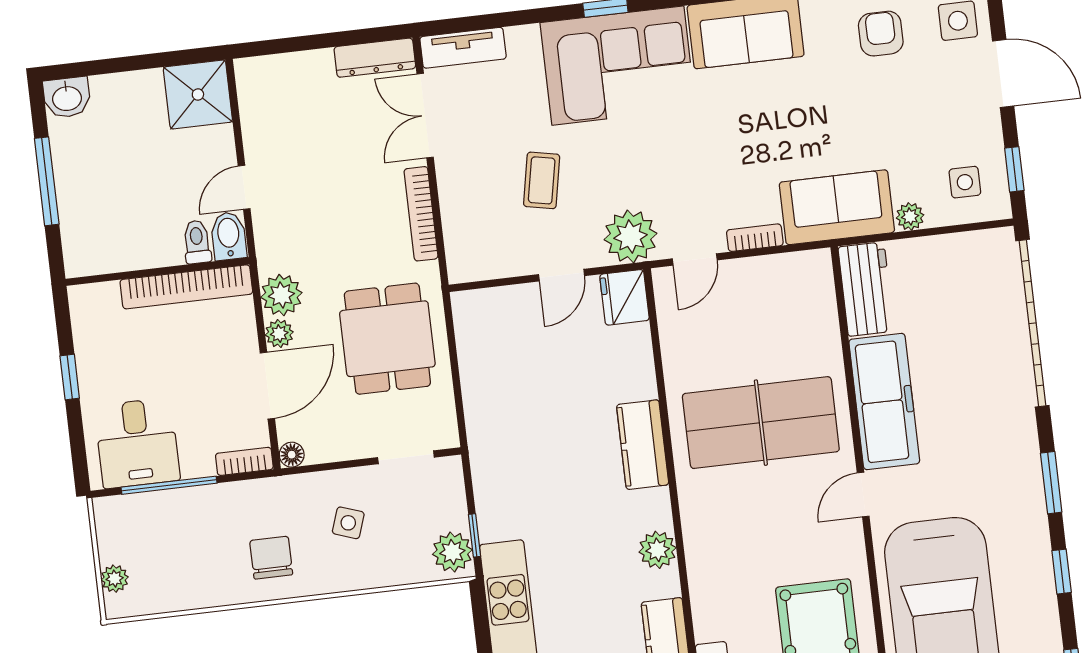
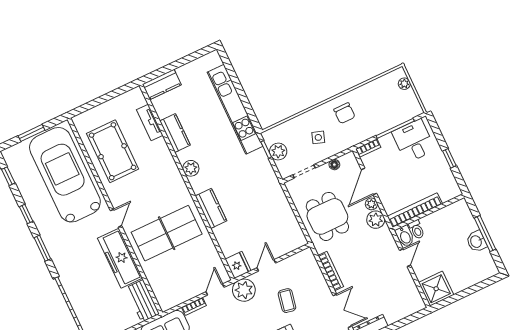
washbasin: (67, 97) -> (476, 241), moved, turned -90
floor lamp: (292, 455) -> (334, 165), moved
plant: (452, 552) -> (278, 152), moved

